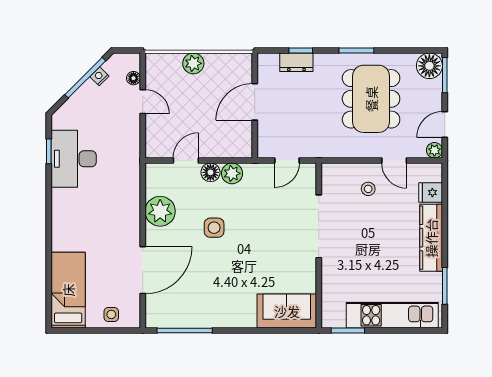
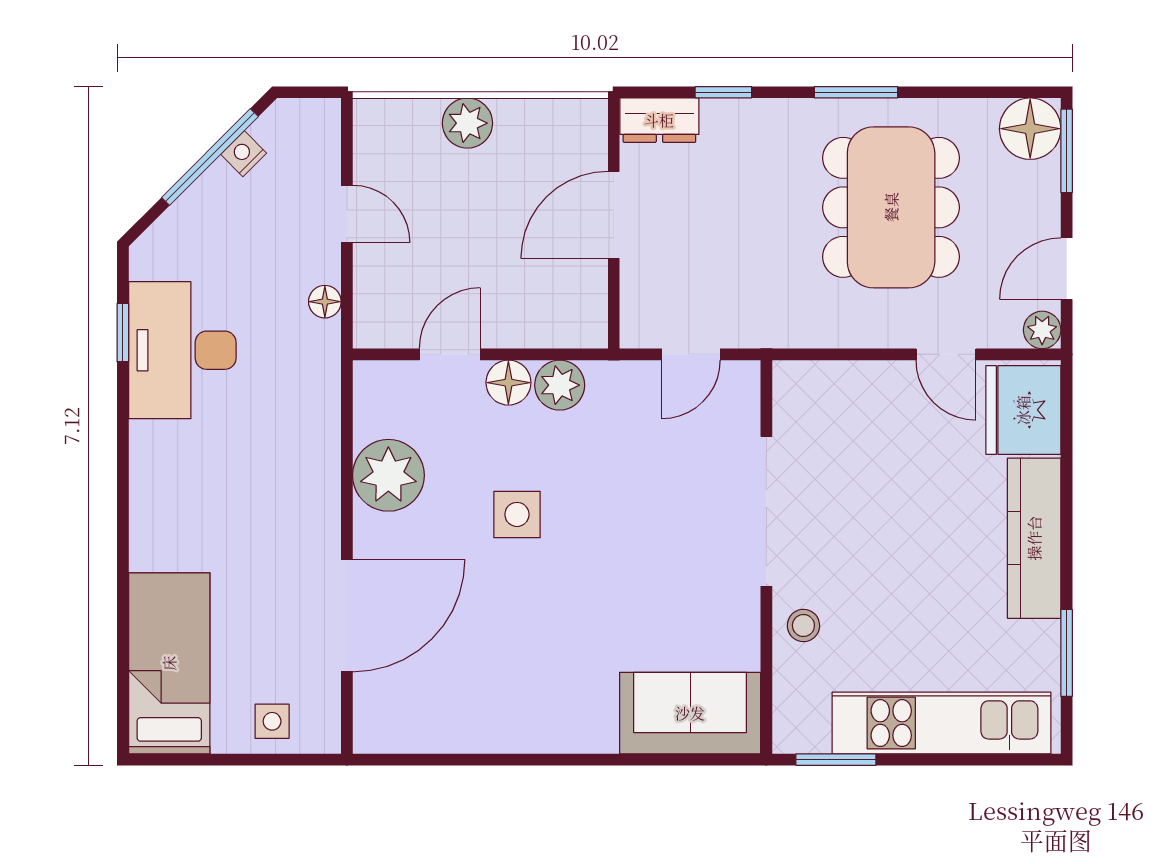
dresser: (296, 62) -> (659, 120), moved
floor lamp: (133, 78) -> (325, 302), moved
stool: (368, 189) -> (803, 626), moved
fridge: (431, 193) -> (1023, 410), width x1.88, depth x1.34
window: (185, 331) -> (447, 760), removed

